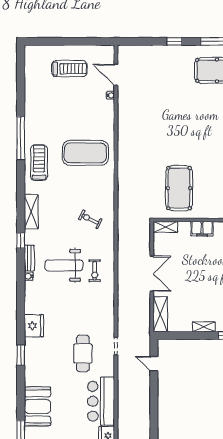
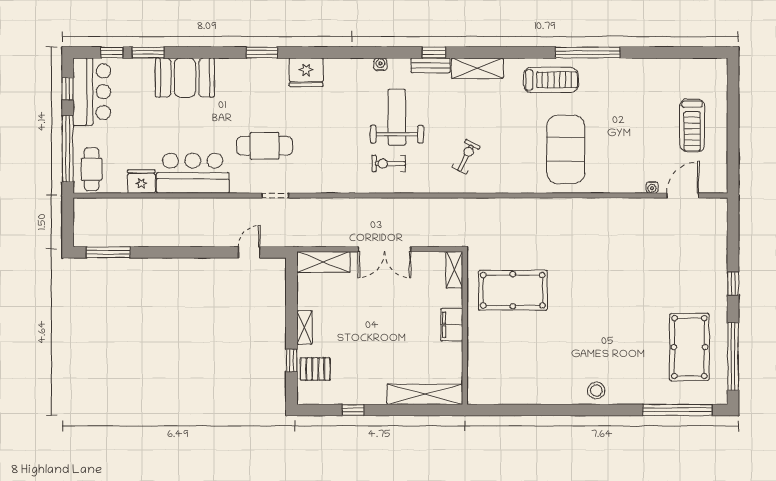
bench: (29, 258) -> (431, 65), moved

